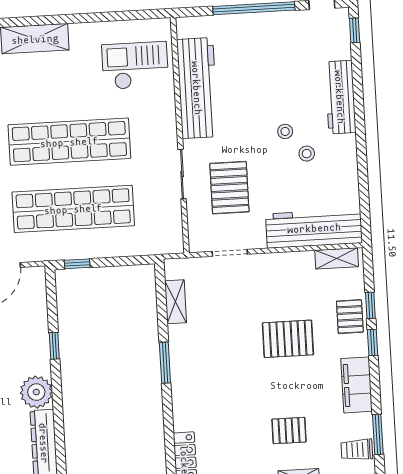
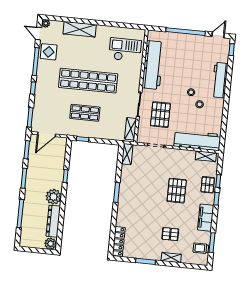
shop shelf: (73, 209) -> (85, 113), width x0.50, depth x0.74
shelving: (173, 227) -> (131, 129), added
shelving: (176, 302) -> (127, 154), moved
pallet: (288, 339) -> (177, 191), turned 90

